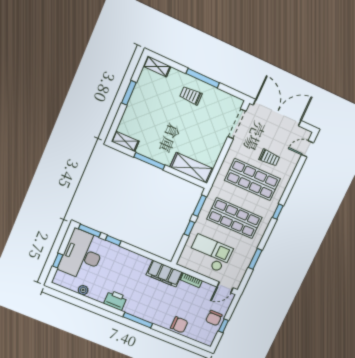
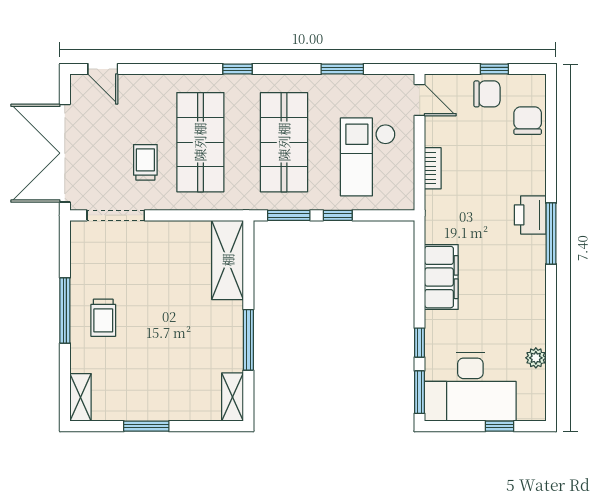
trolley: (269, 158) -> (145, 162), moved
filing cabinet: (164, 274) -> (441, 277), moved
printer: (115, 300) -> (530, 215), moved
chair: (179, 325) -> (528, 121), moved

